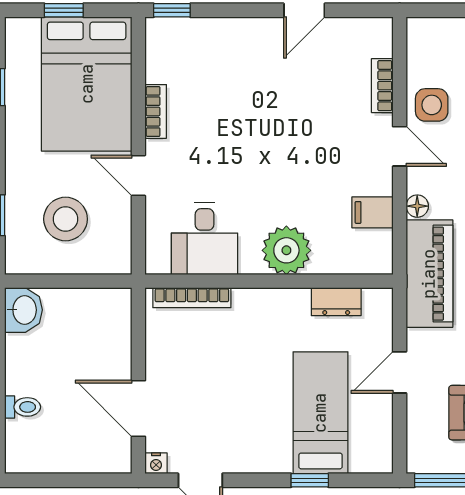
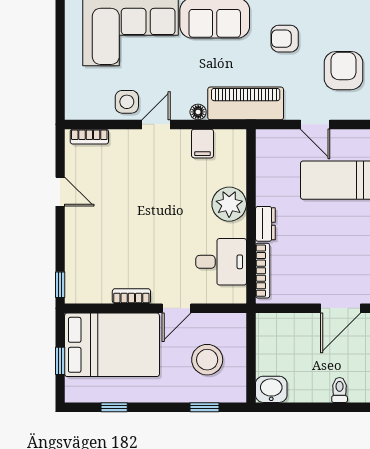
bookcase: (382, 86) -> (89, 137), moved
dresser: (336, 302) -> (265, 224), moved

